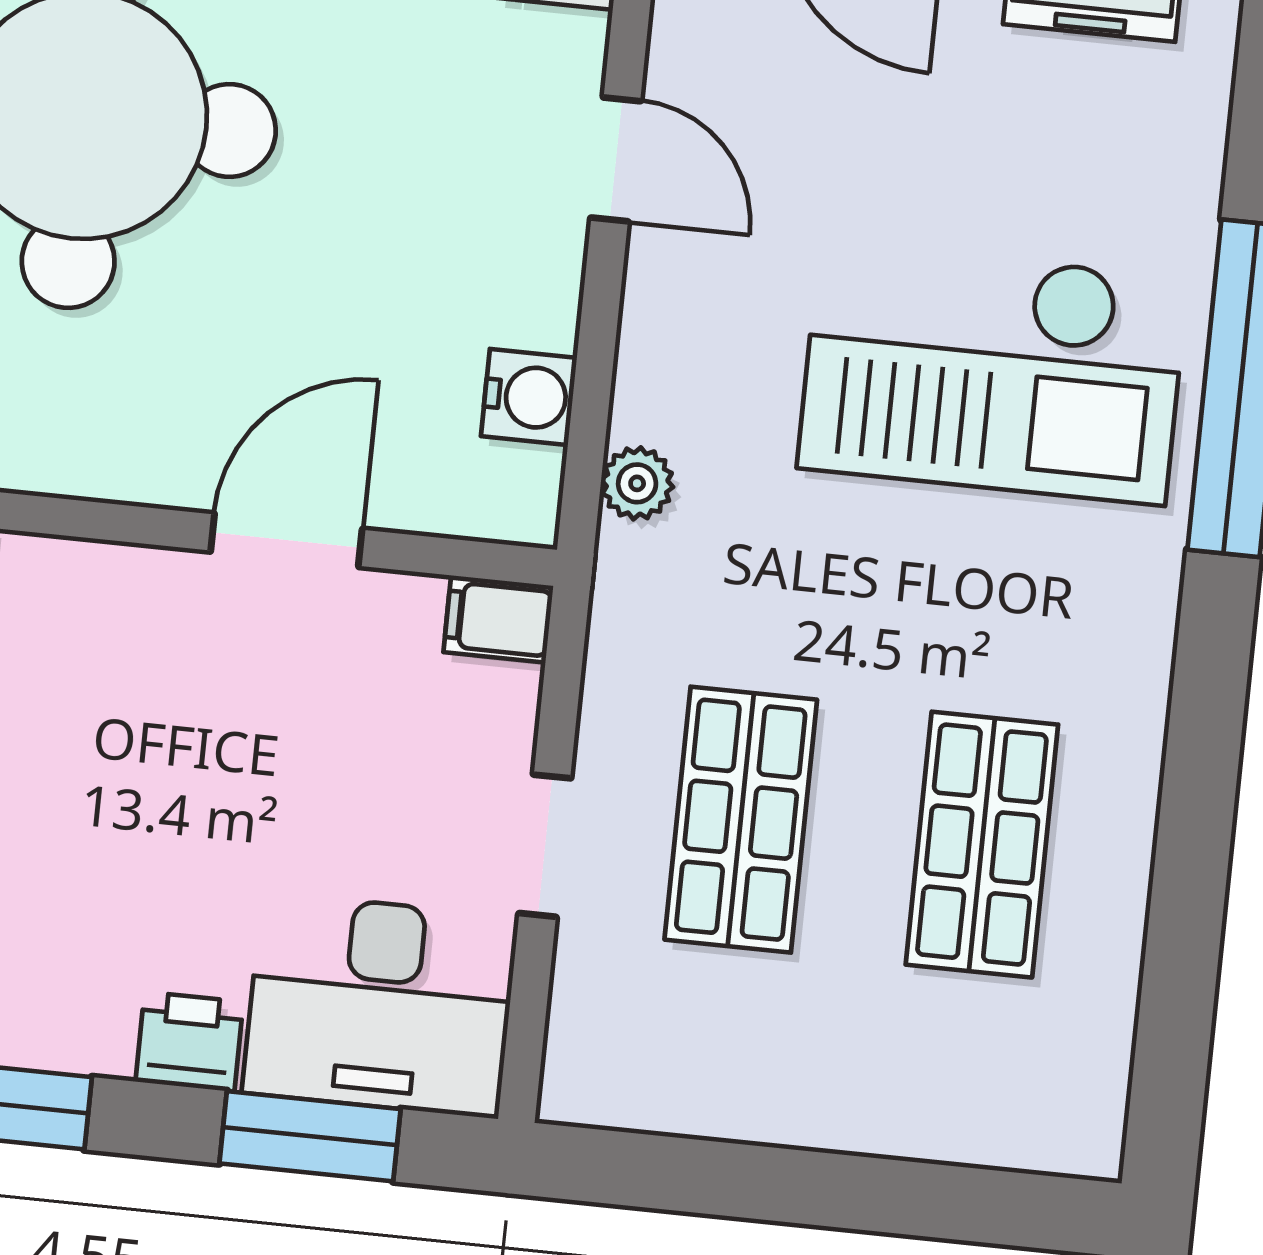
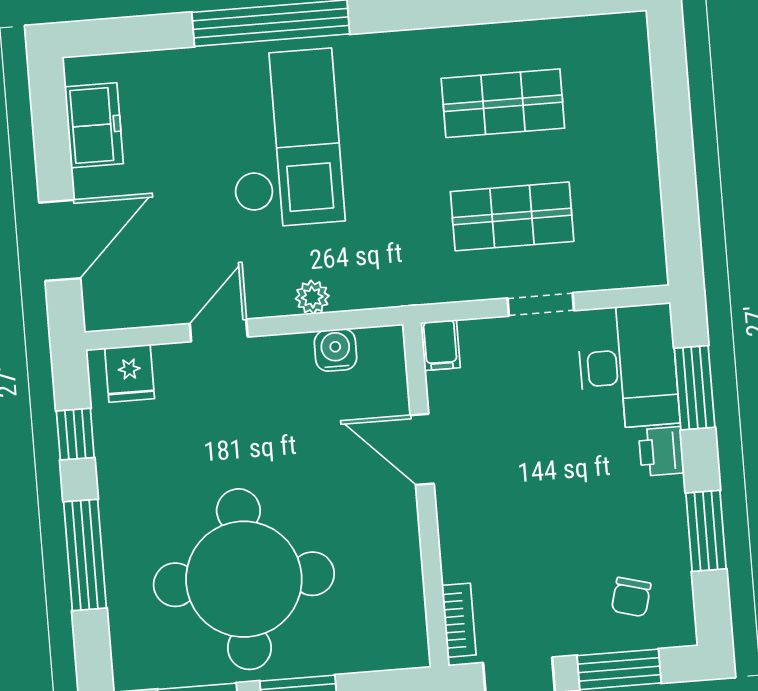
plant: (637, 483) -> (312, 297), moved

